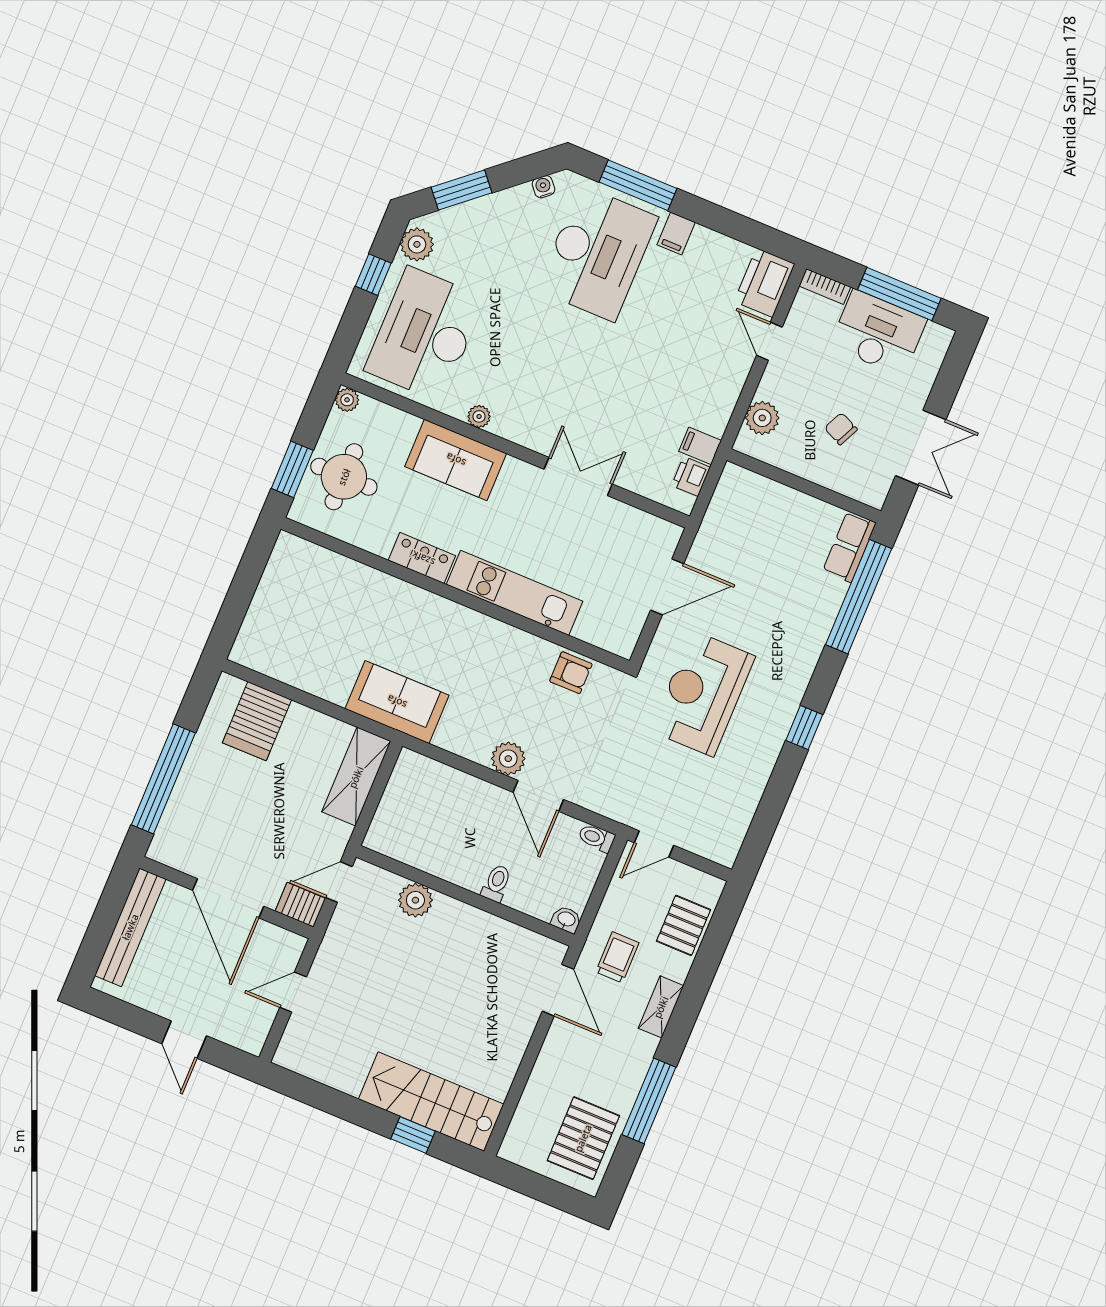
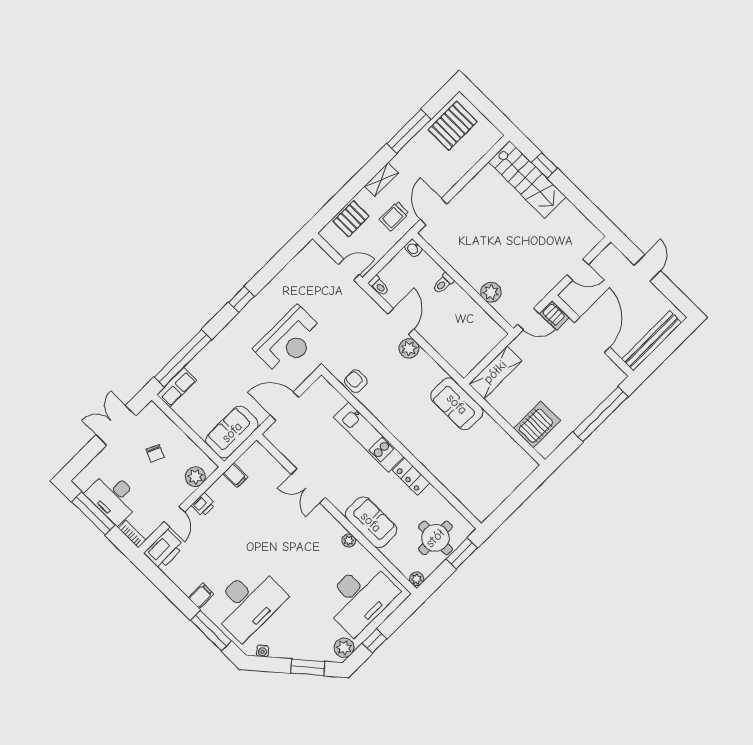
desk: (597, 253) -> (248, 603), turned 180
printer: (691, 476) -> (203, 505), moved
sofa: (733, 512) -> (232, 432), added

